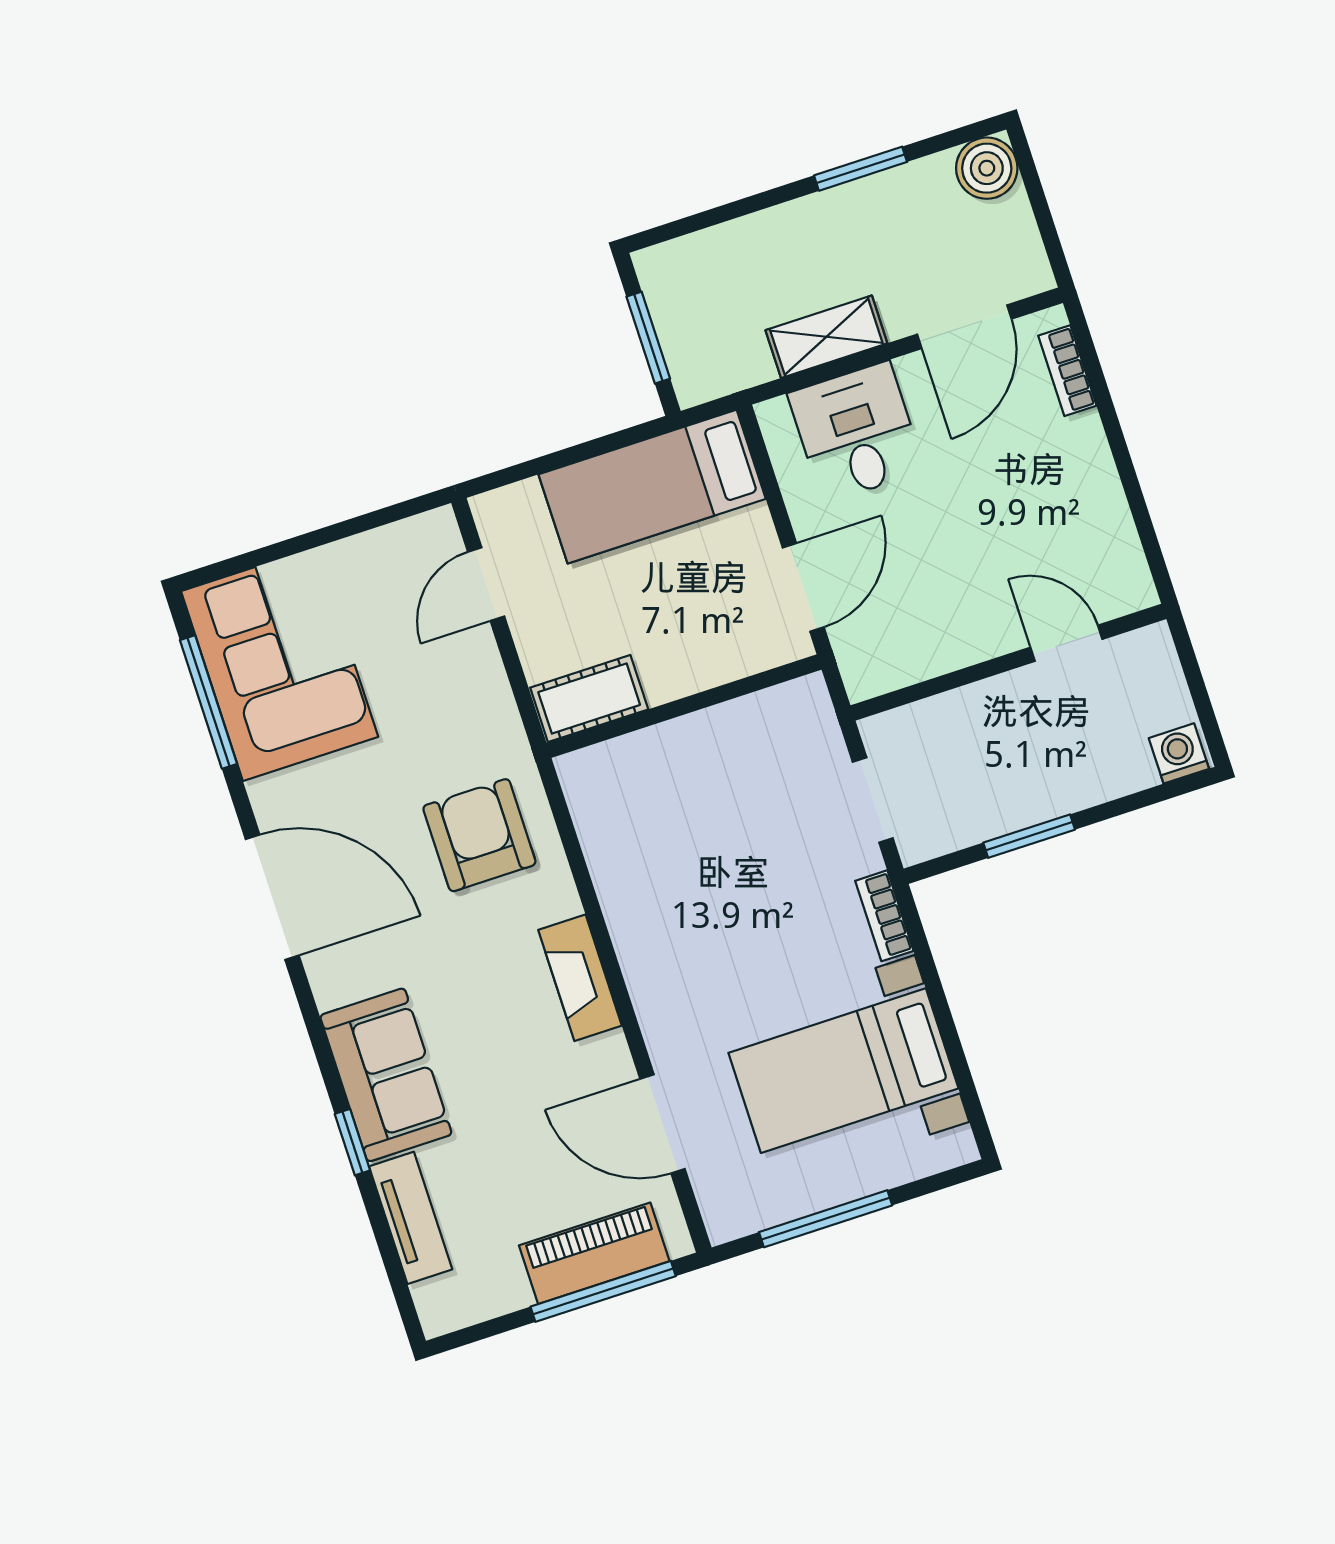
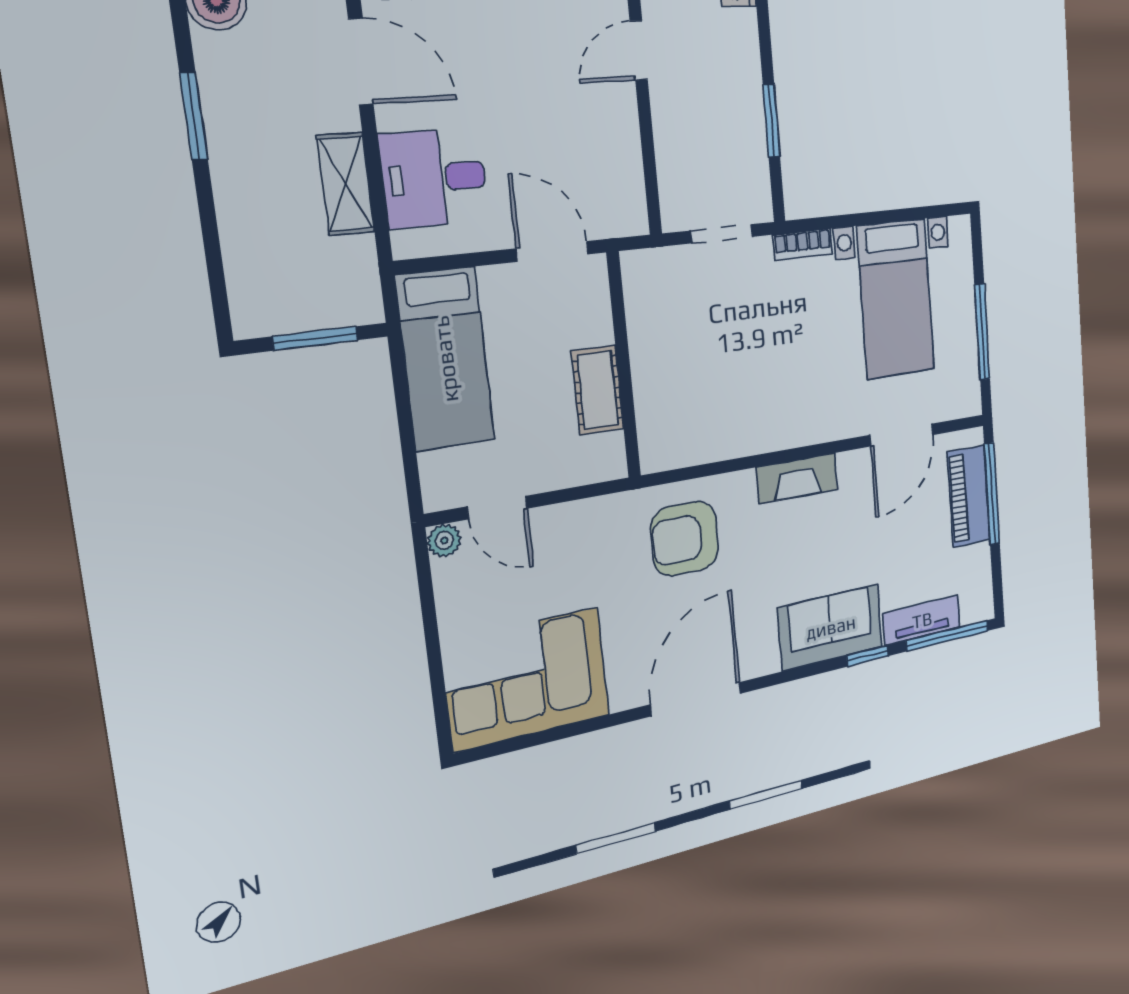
plant: (438, 528) -> (444, 541), added
cot: (589, 699) -> (598, 390), moved
window: (209, 702) -> (947, 636), moved

